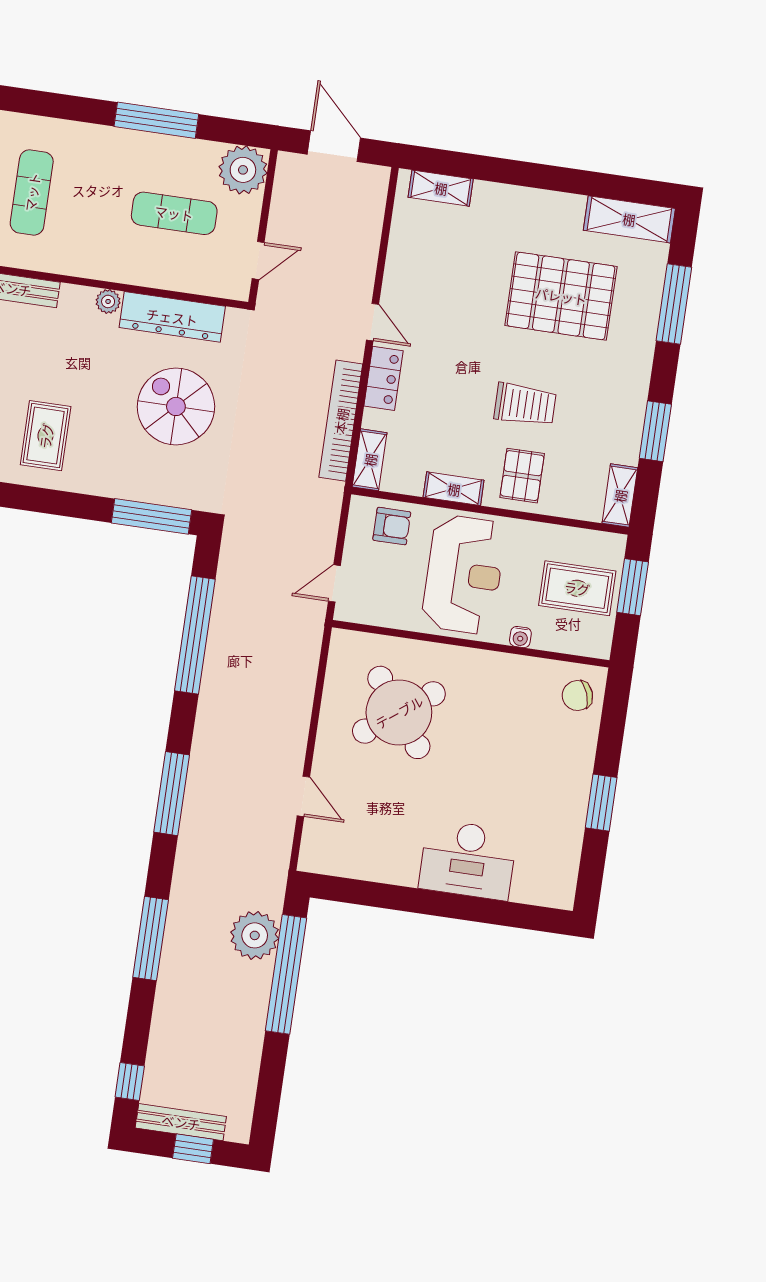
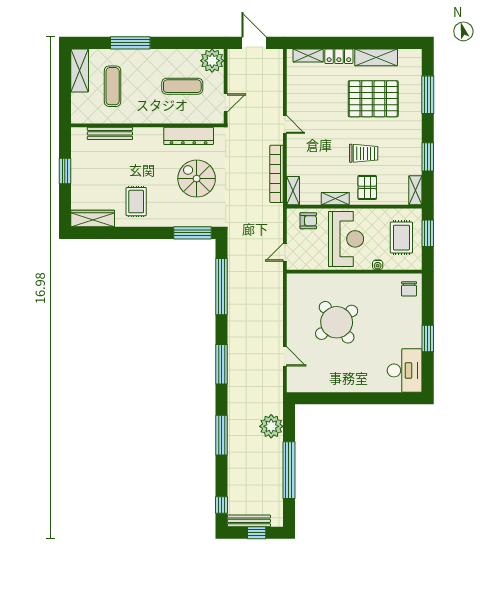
window: (156, 120) -> (130, 43), moved
shelving: (629, 219) -> (376, 57), moved
plant: (108, 301) -> (157, 133), removed
locker: (384, 378) -> (339, 56), moved, turned 90
rug: (577, 588) -> (401, 238), turned 90
chair: (577, 696) -> (409, 289), turned -70
round table: (399, 712) -> (337, 322), moved
desk: (468, 860) -> (405, 370), moved, turned -90
window: (286, 974) -> (289, 470), moved

